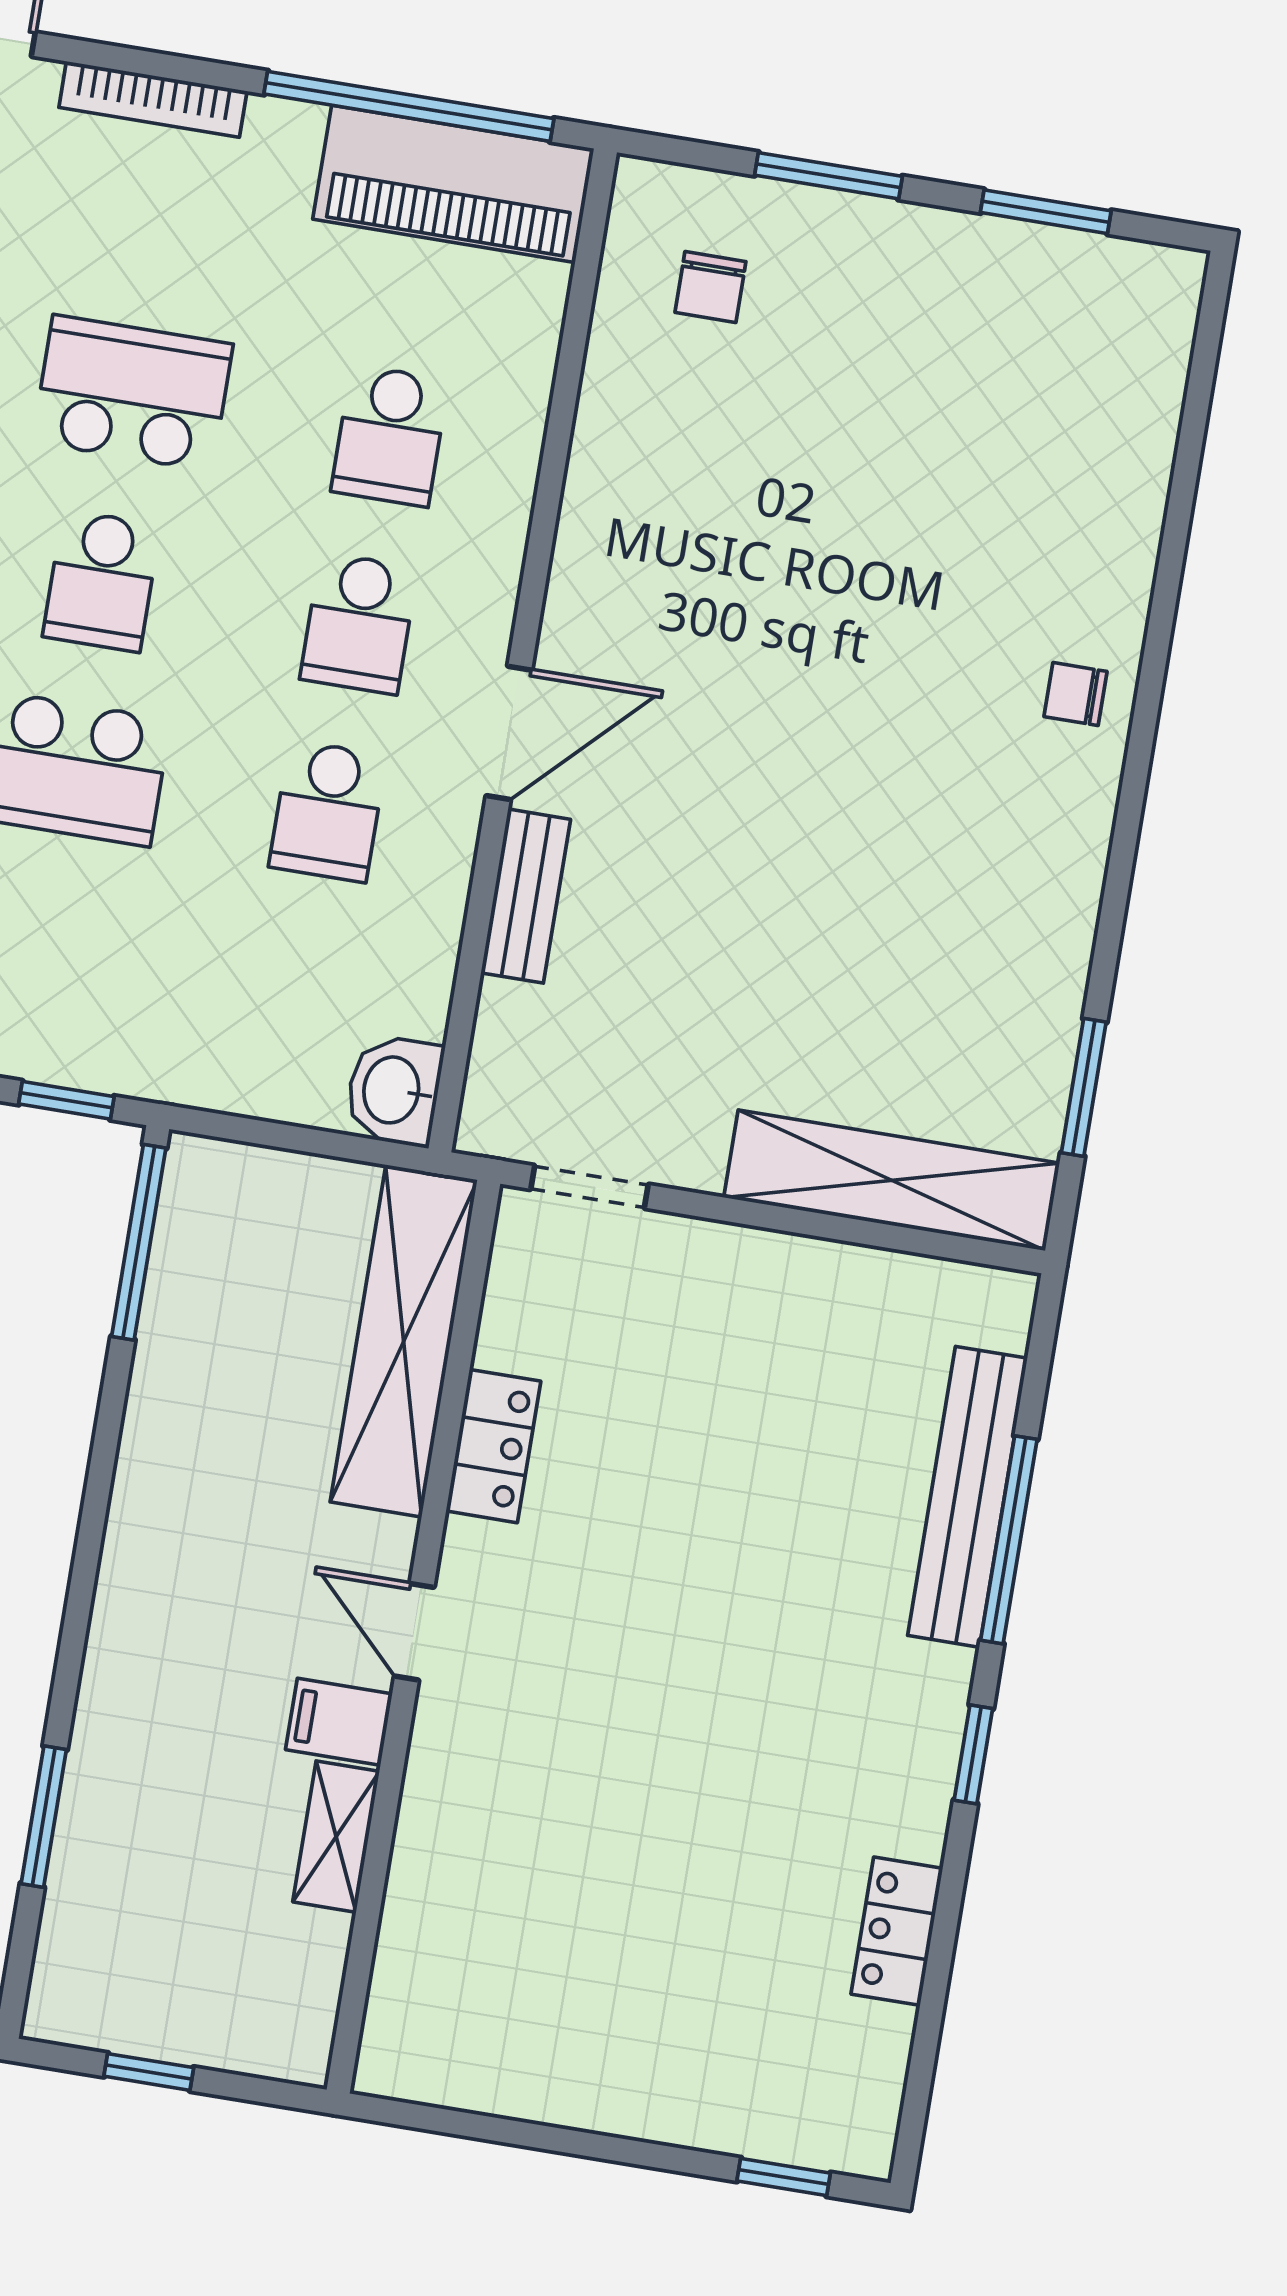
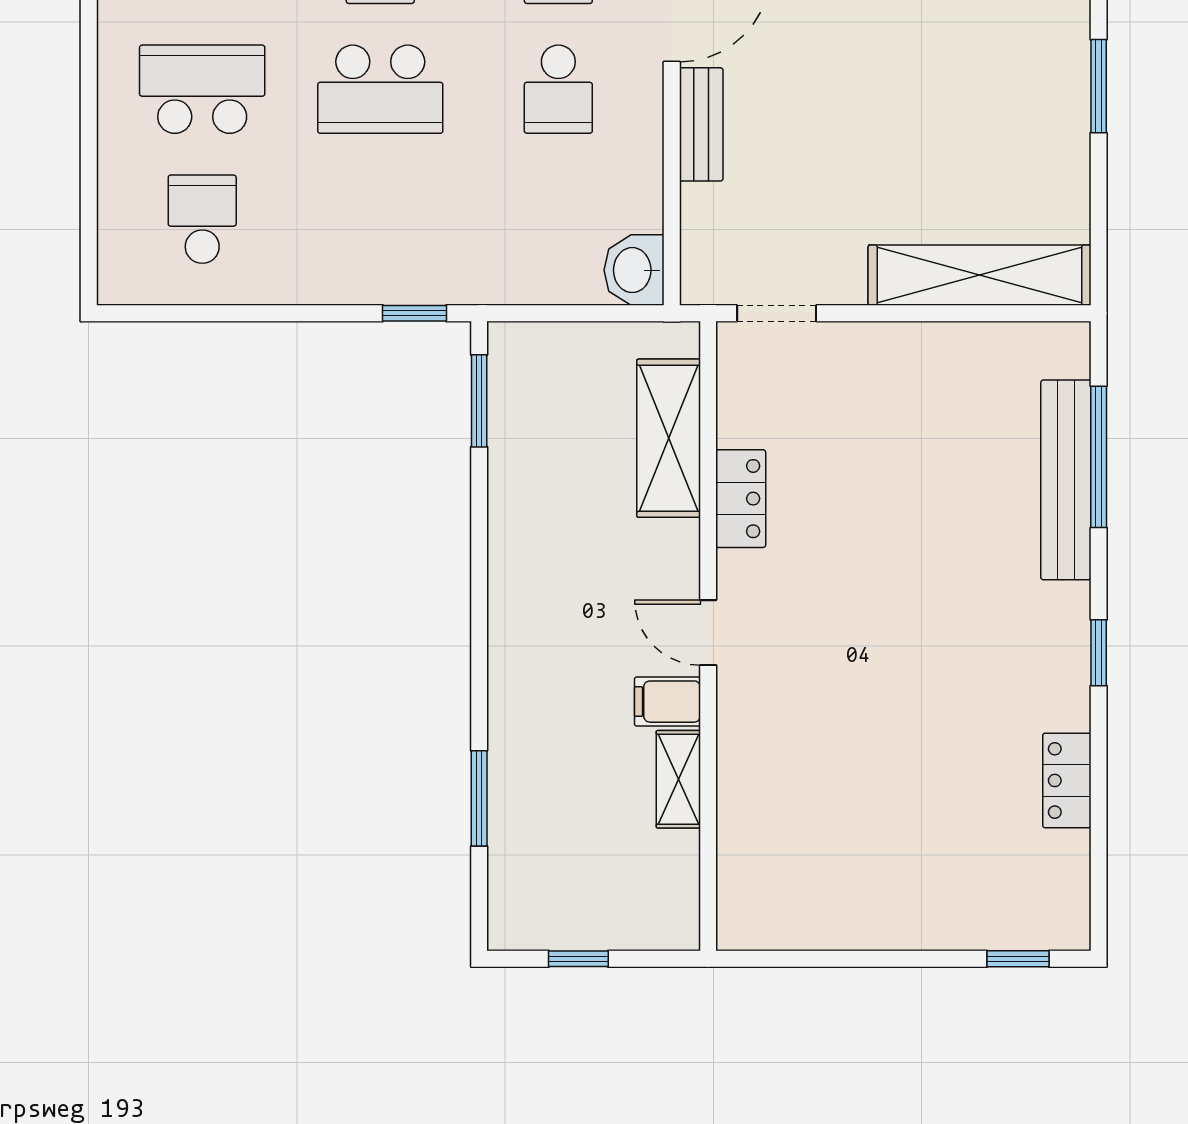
window: (1084, 1087) -> (1099, 86), moved
window: (139, 1242) -> (479, 401), width x0.69
shelving: (404, 1342) -> (669, 438), width x0.68
window: (1009, 1540) -> (1099, 457), moved

